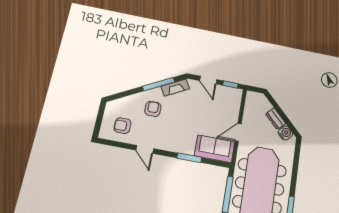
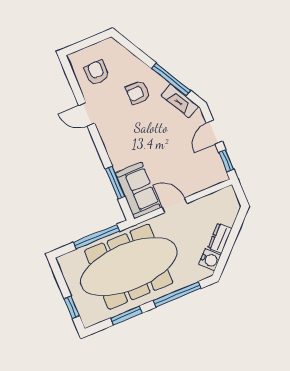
armchair: (153, 109) -> (138, 93), turned 180
door: (145, 149) -> (87, 114), hinge flipped
window: (189, 158) -> (115, 183), moved
window: (295, 167) -> (177, 294), added

